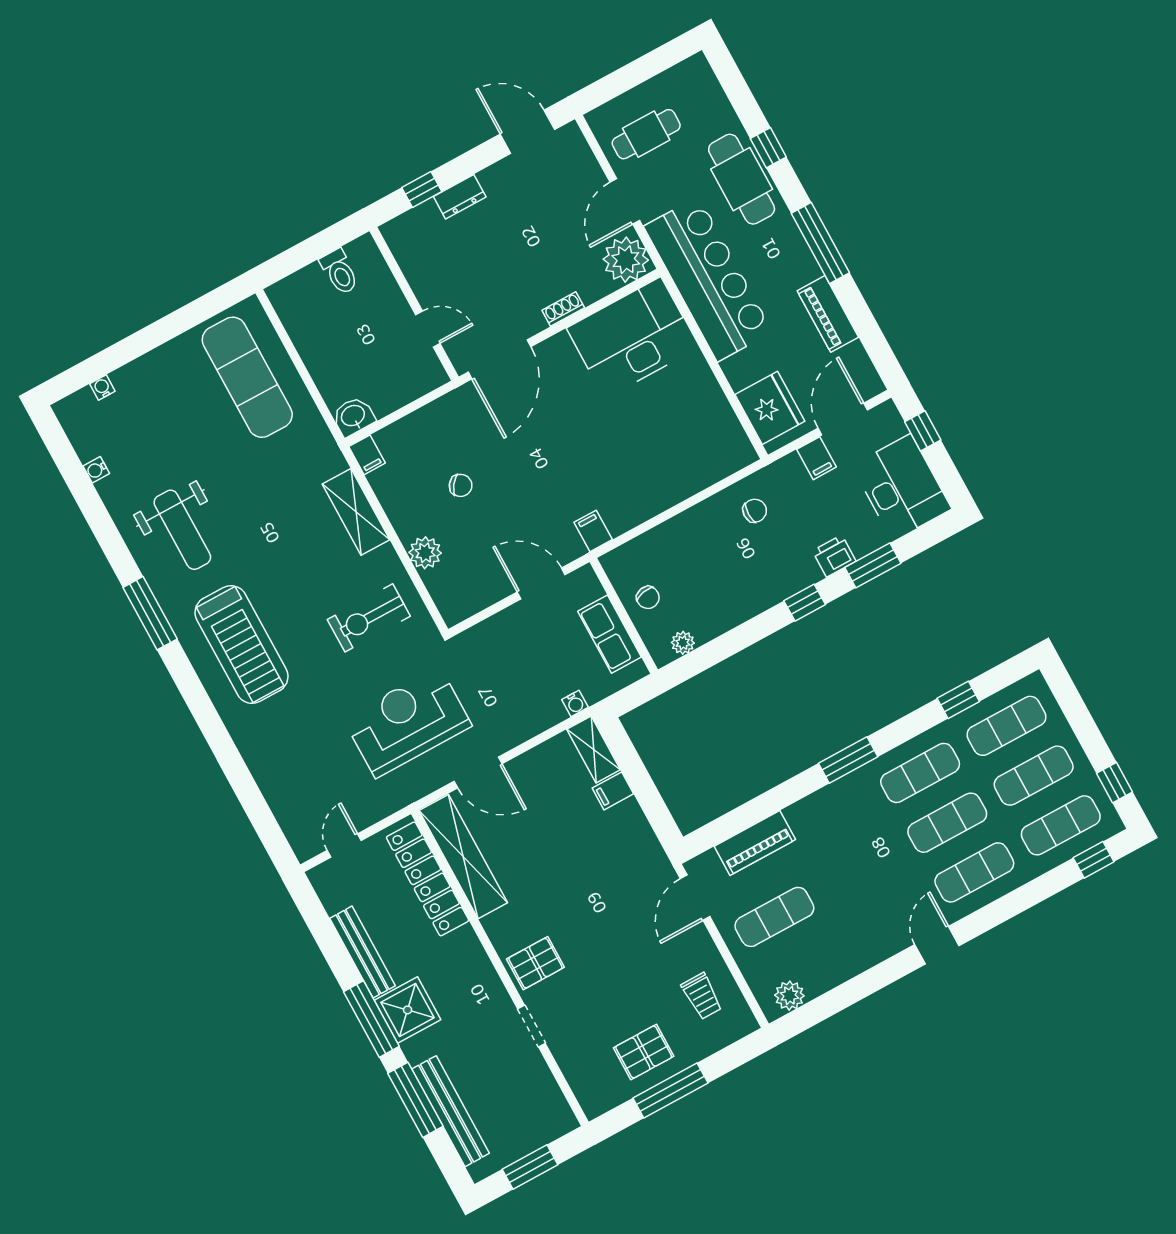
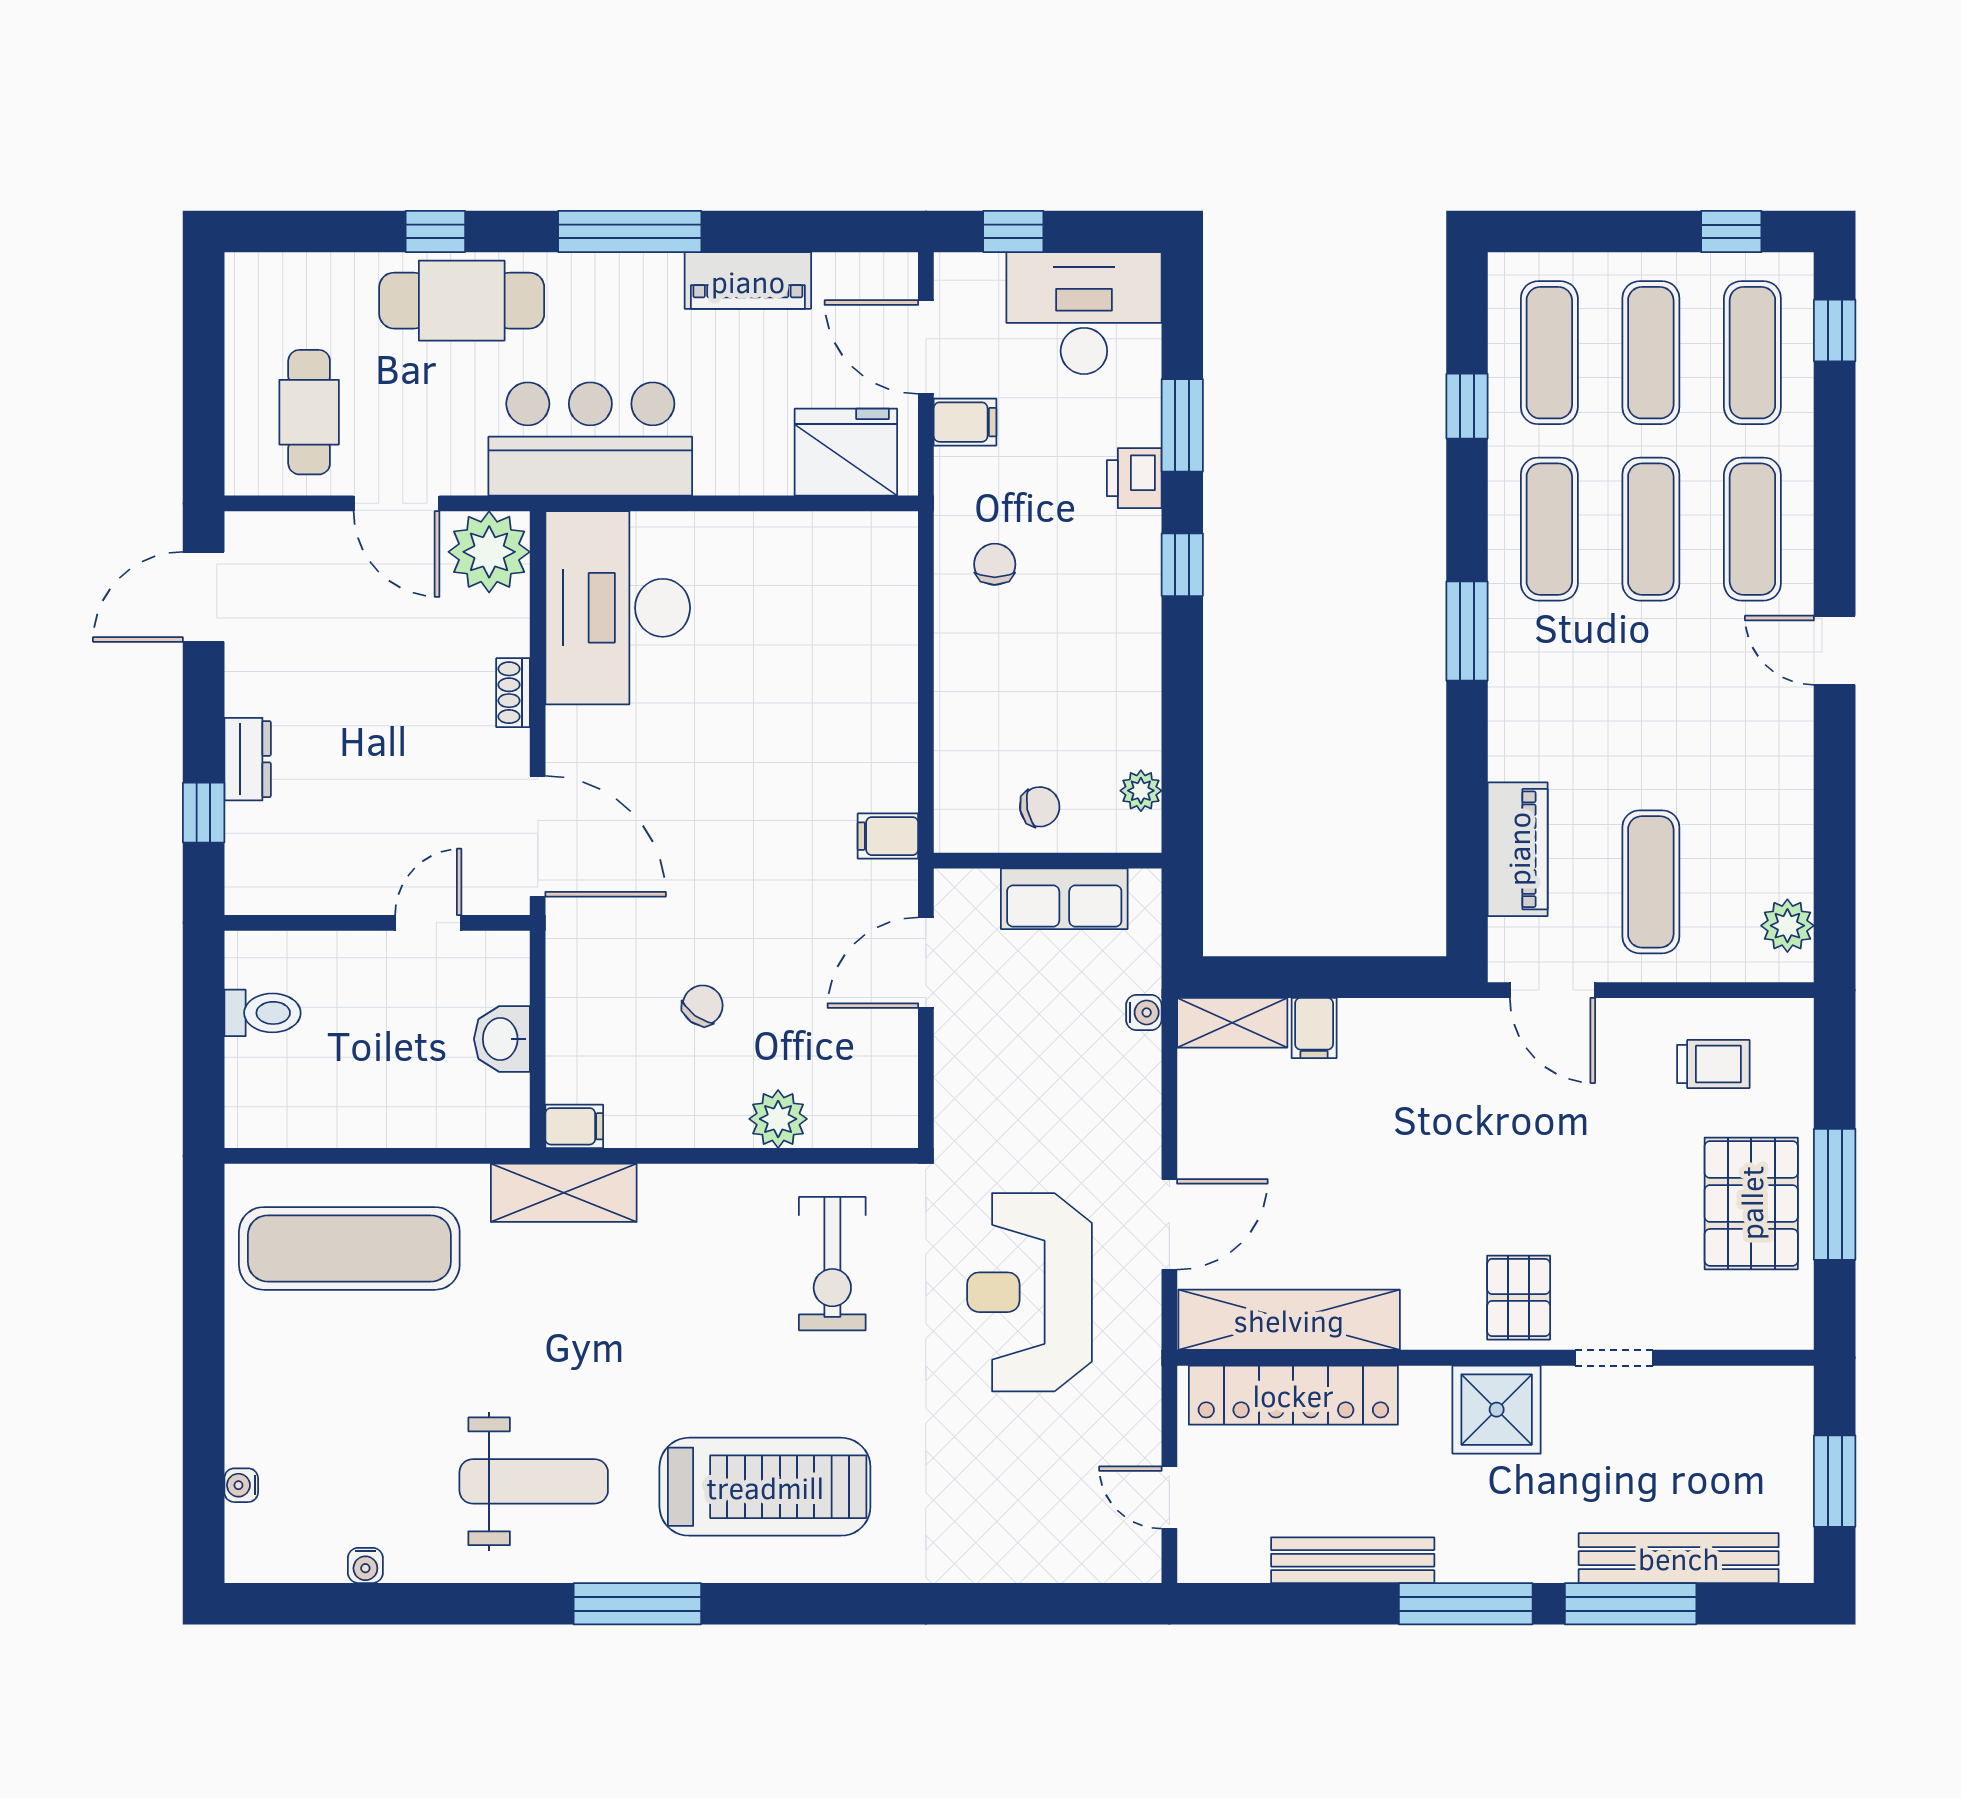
bar counter: (708, 279) -> (590, 439), width x0.73
washbasin: (353, 416) -> (502, 1039), moved
shelving: (356, 512) -> (564, 1193), moved
shower: (408, 1010) -> (1497, 1410), moved
pallet: (644, 1052) -> (1751, 1203), width x1.50, depth x1.42

